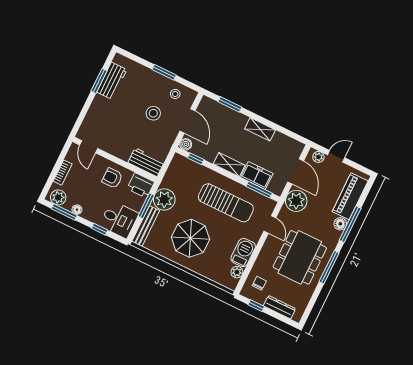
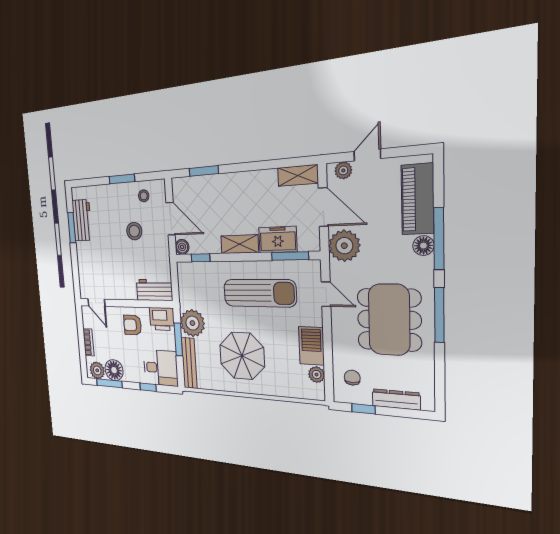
shelving: (260, 129) -> (298, 175), moved
floor lamp: (77, 210) -> (114, 370), width x1.89, depth x1.89

